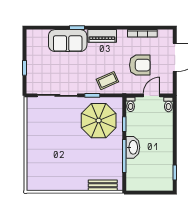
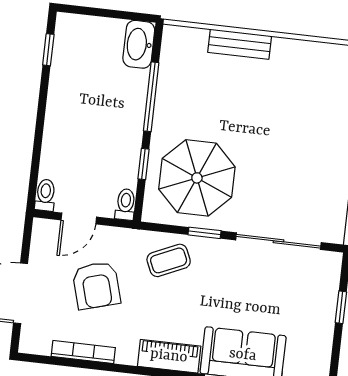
armchair: (140, 65) -> (96, 285), turned -106
washbasin: (133, 147) -> (139, 44), moved
bench: (103, 185) -> (240, 44), moved

